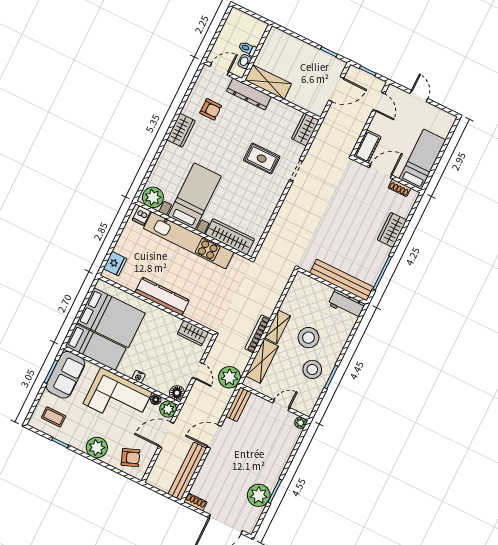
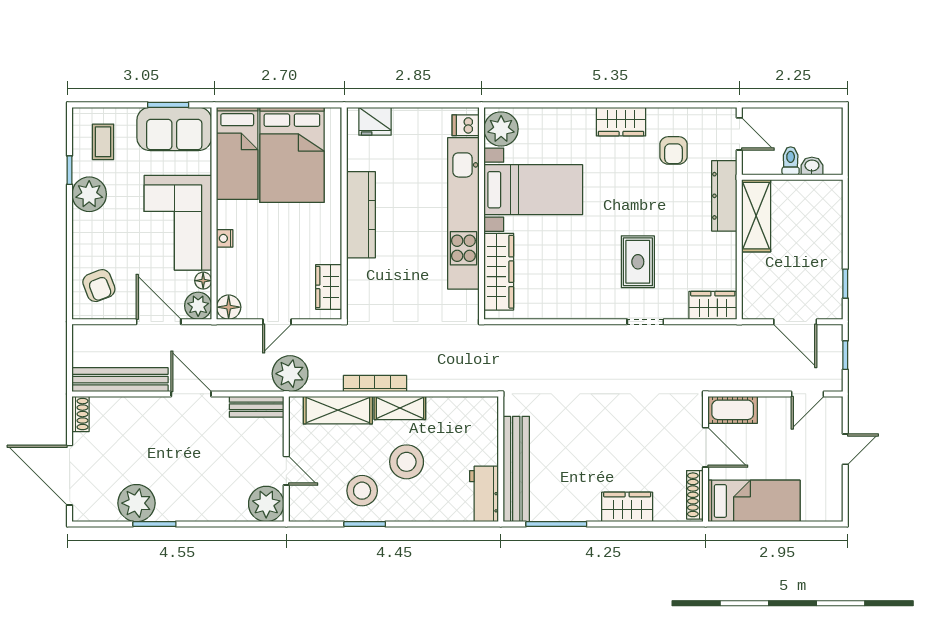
washbasin: (245, 62) -> (812, 166), moved
shoe rack: (399, 188) -> (695, 495), width x1.43
plant: (301, 423) -> (266, 504), width x1.87, depth x1.87
plant: (97, 448) -> (89, 194), moved

